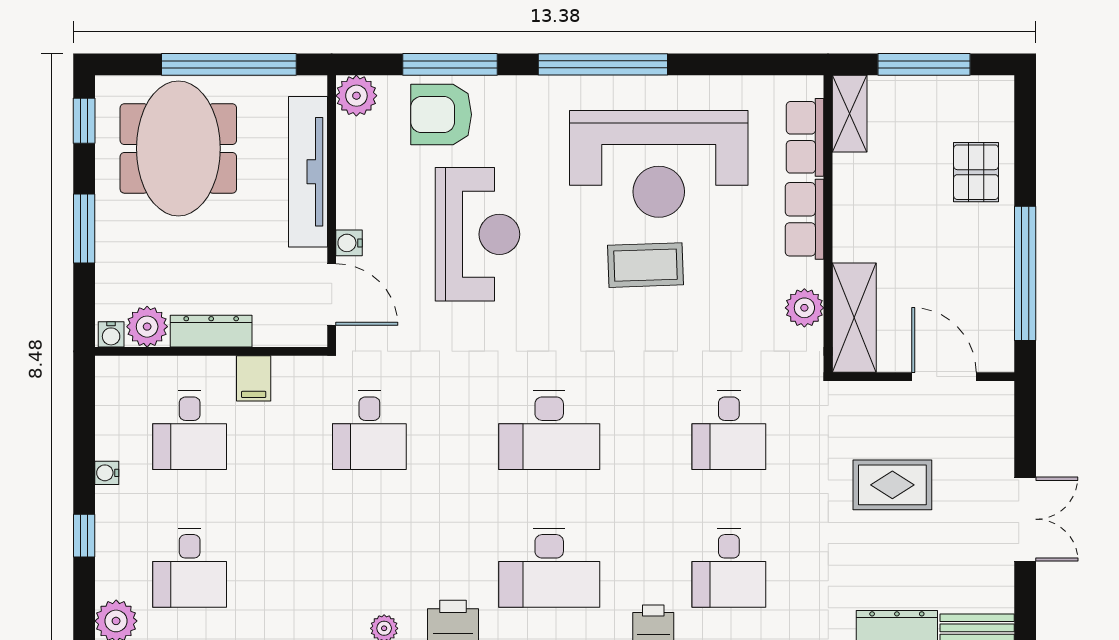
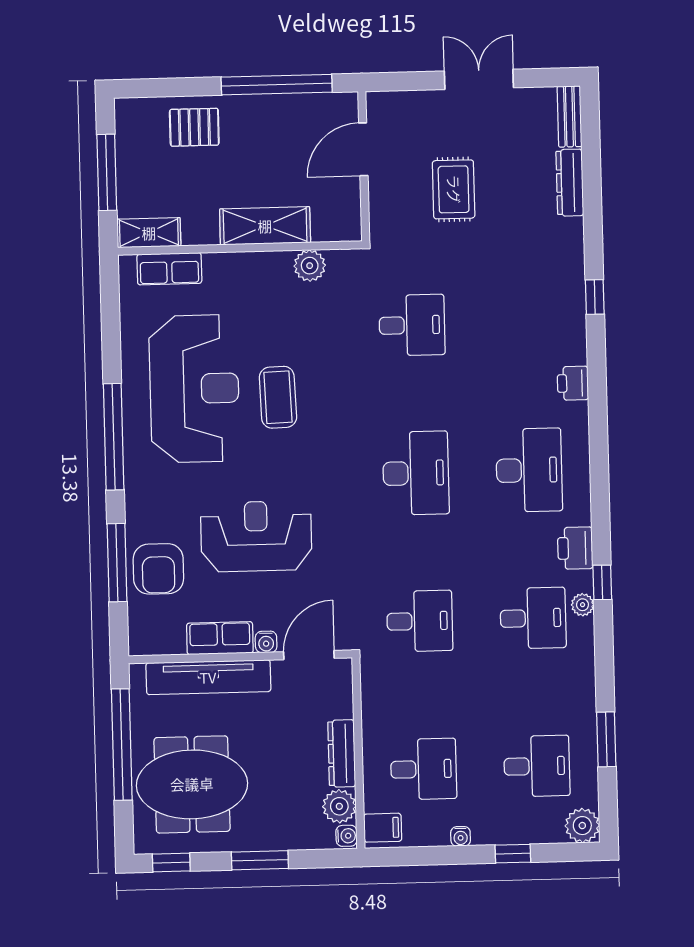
plant: (356, 96) -> (145, 639), removed
row of seats: (805, 219) -> (220, 638), moved, turned 180
shelving: (854, 318) -> (265, 226), moved
filing cabinet: (254, 378) -> (383, 828), moved
desk: (729, 568) -> (533, 618), moved

